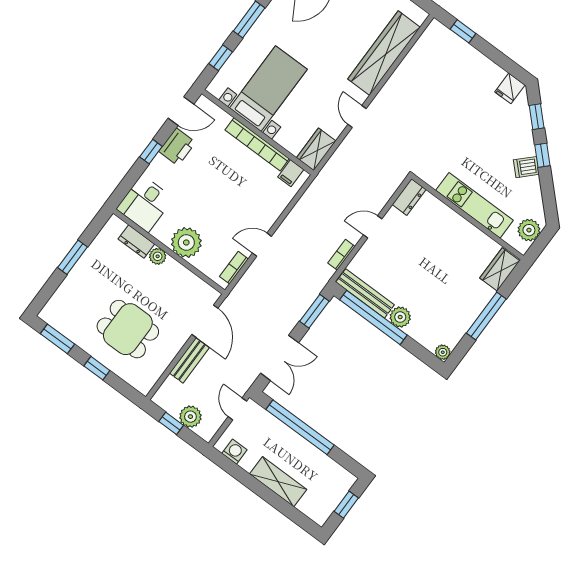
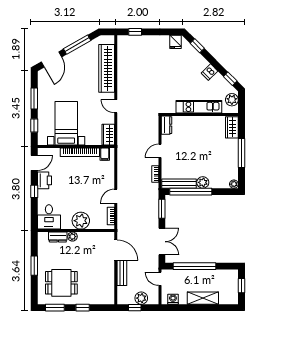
window: (542, 155) -> (230, 79), moved
dining table: (128, 329) -> (61, 283), moved

